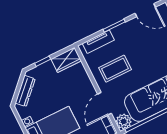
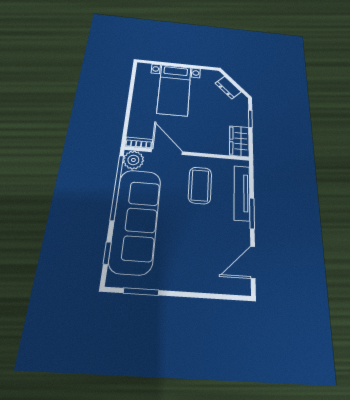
tv unit: (98, 42) -> (242, 193), width x1.41
dresser: (25, 91) -> (228, 87), width x0.70

